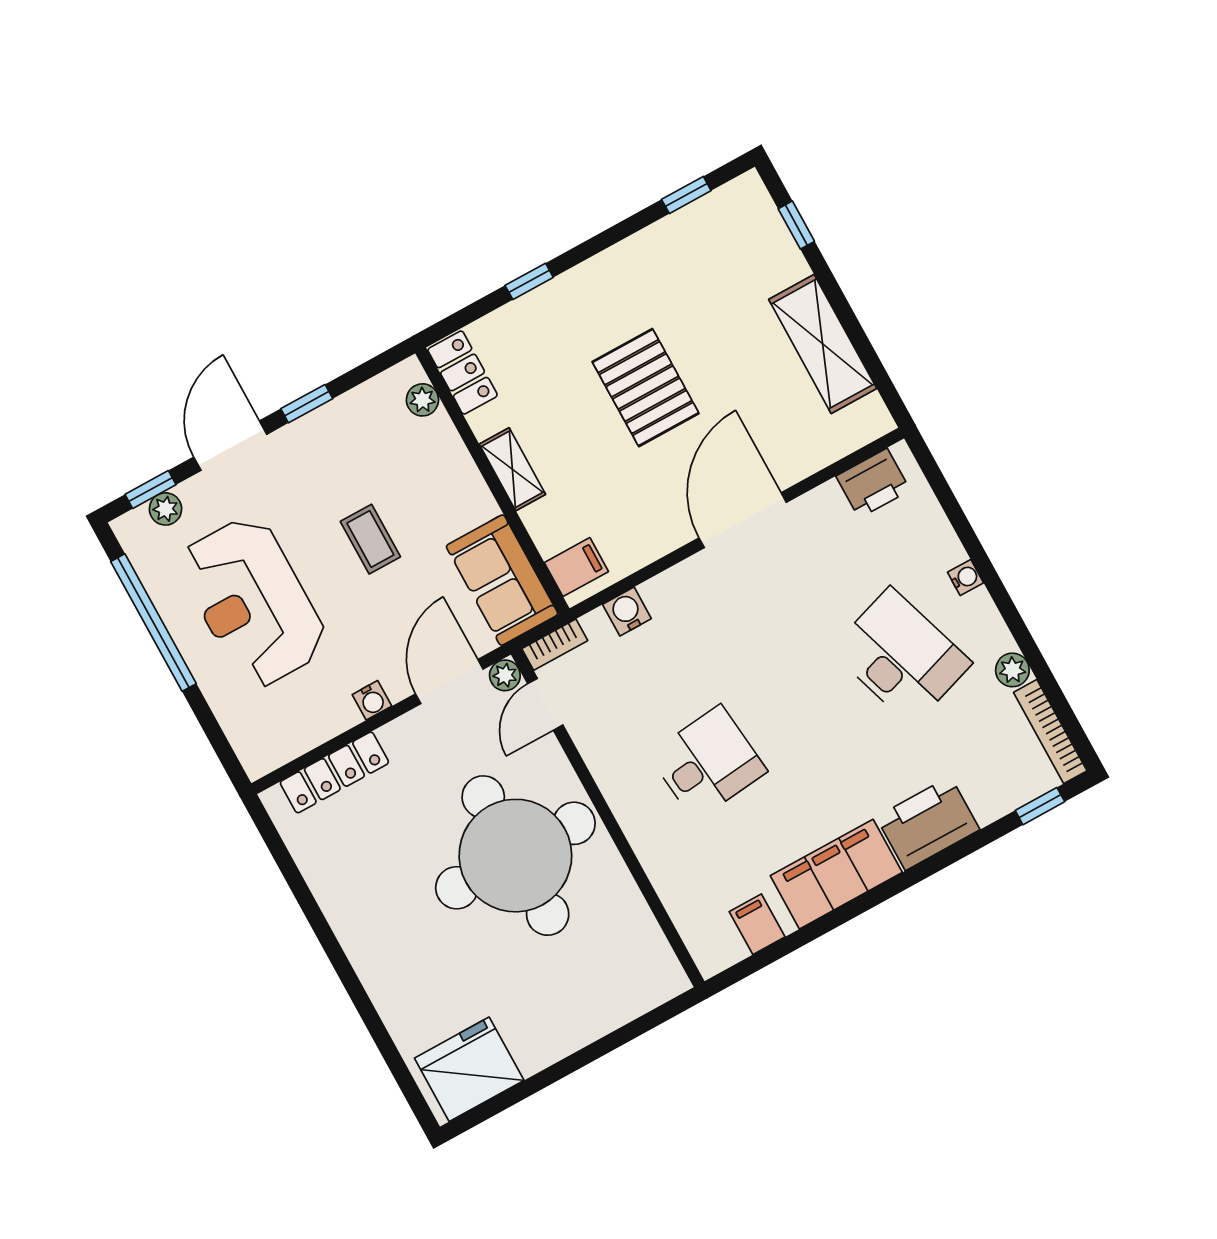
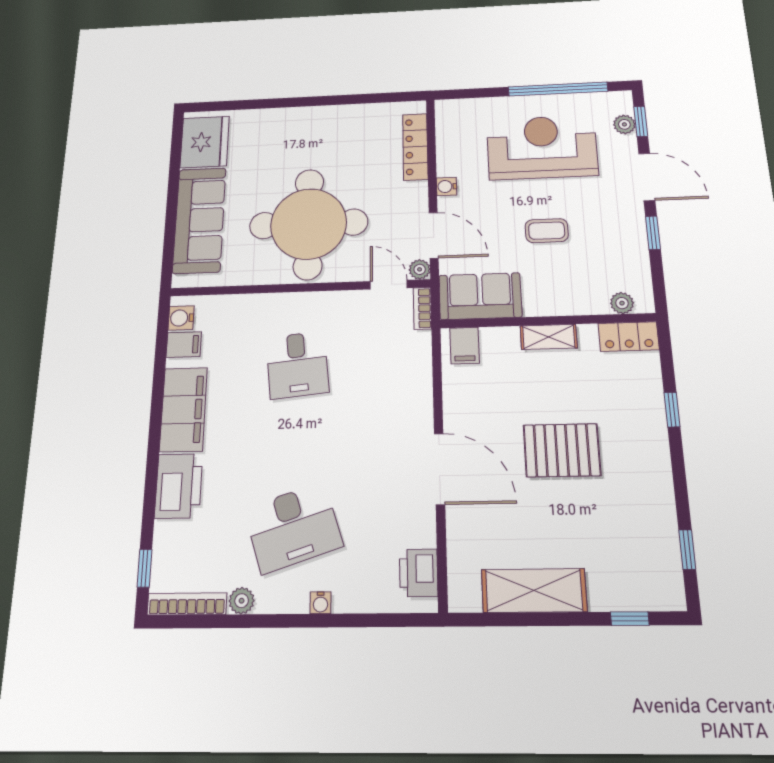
water cooler: (627, 611) -> (181, 318), moved, turned 180
sofa: (584, 1007) -> (199, 220), added

